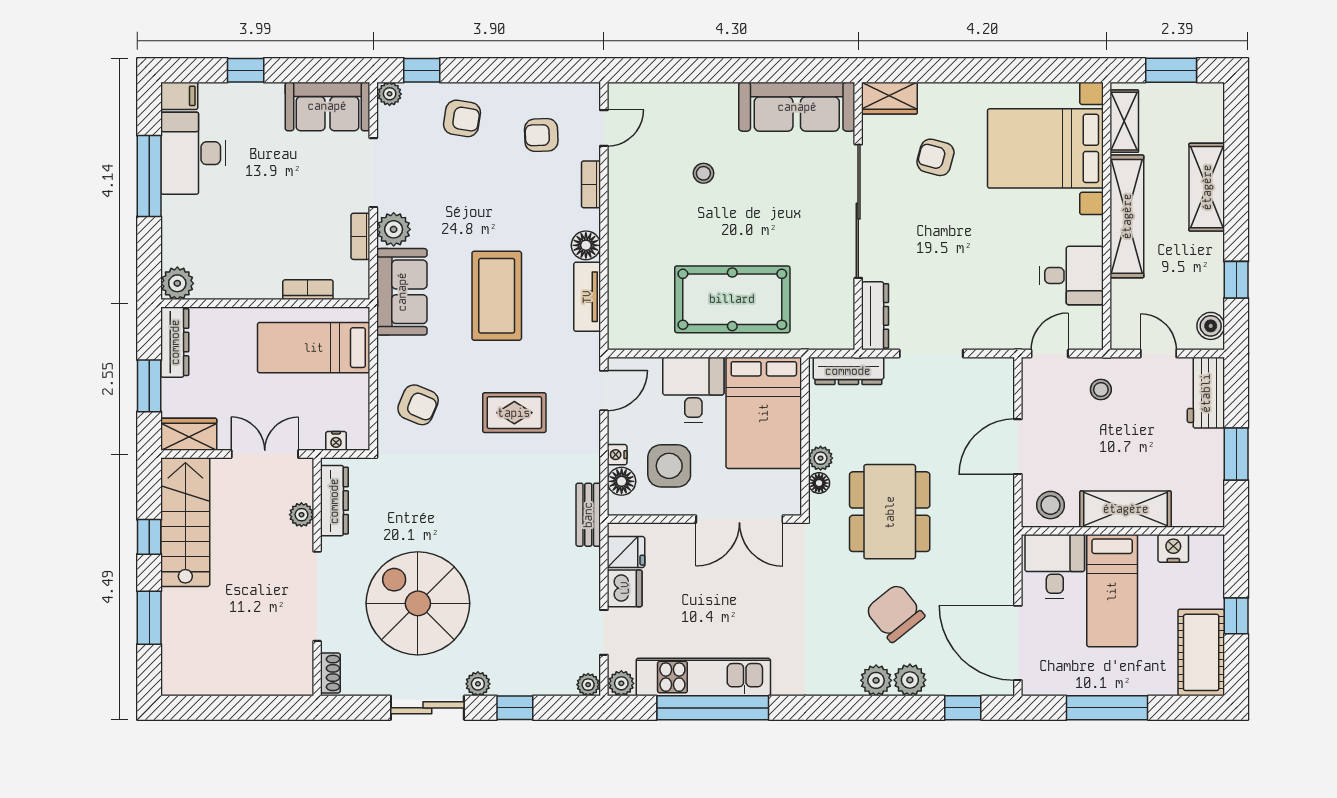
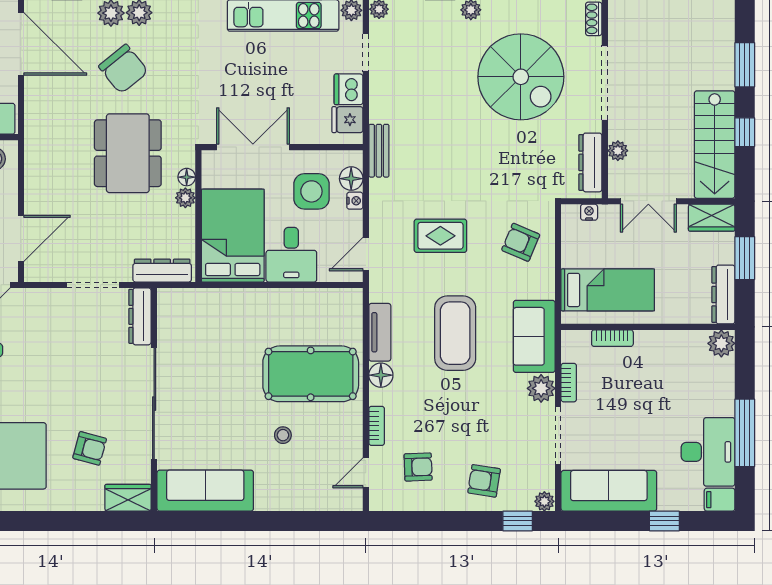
sofa: (327, 106) -> (609, 491), width x1.36
pool table: (732, 299) -> (311, 374), moved
door: (1018, 447) -> (21, 238), moved

